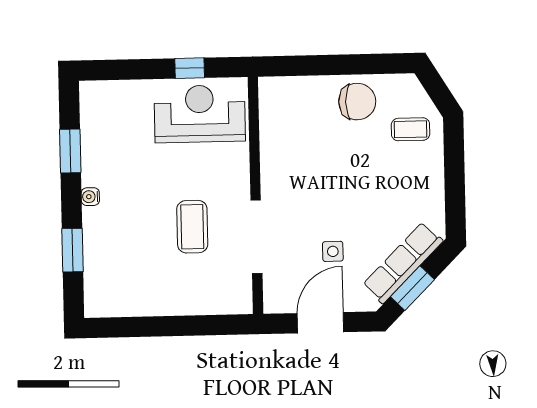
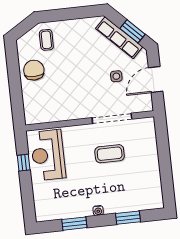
door: (320, 323) -> (156, 80), hinge flipped

